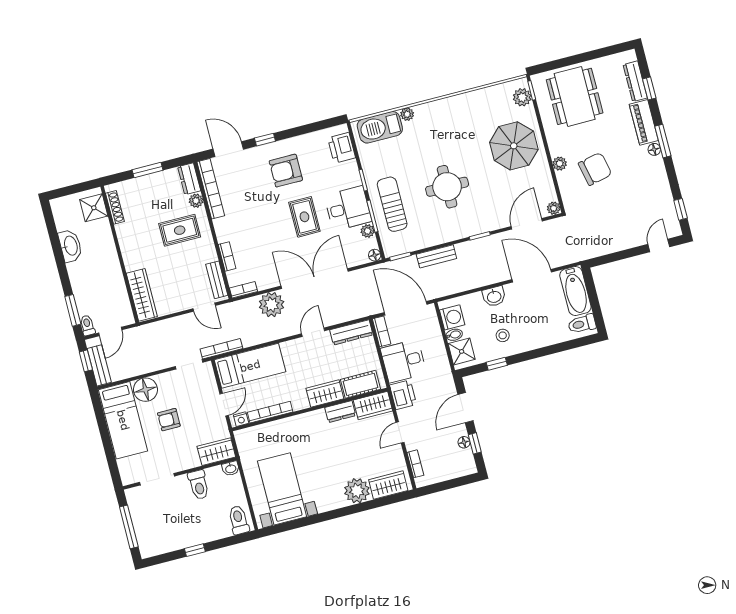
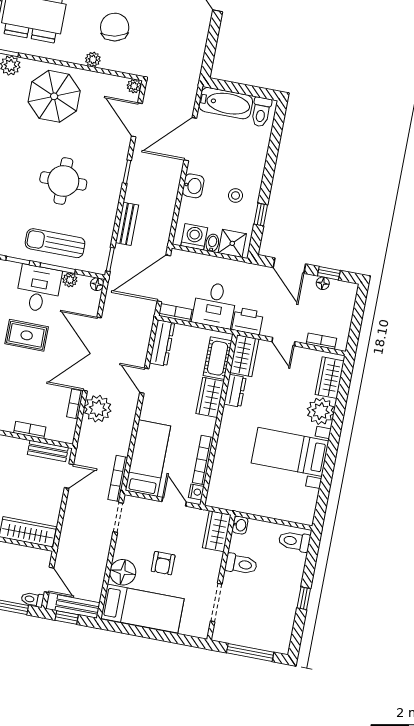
bookcase: (243, 290) -> (75, 404), moved
bed with nightstands: (282, 489) -> (290, 452), moved

